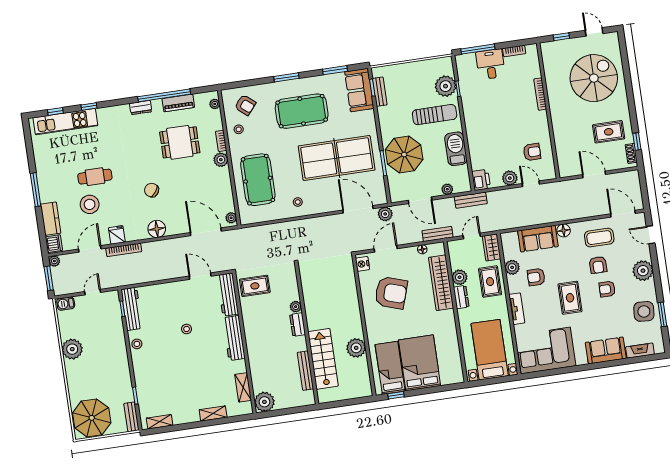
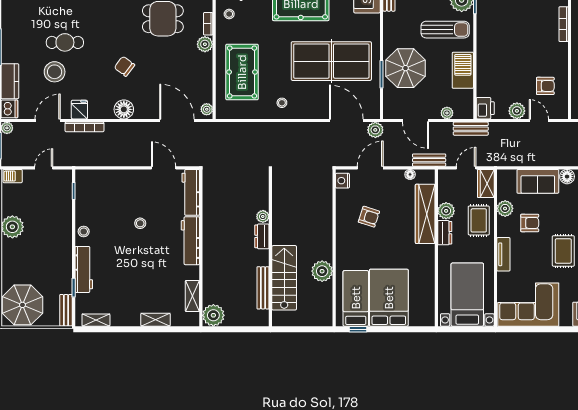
armchair: (536, 277) -> (530, 223), turned 180
rug: (255, 286) -> (222, 187), removed
armchair: (391, 293) -> (369, 217), width x0.53, depth x0.53
workbench: (132, 309) -> (84, 269), moved

